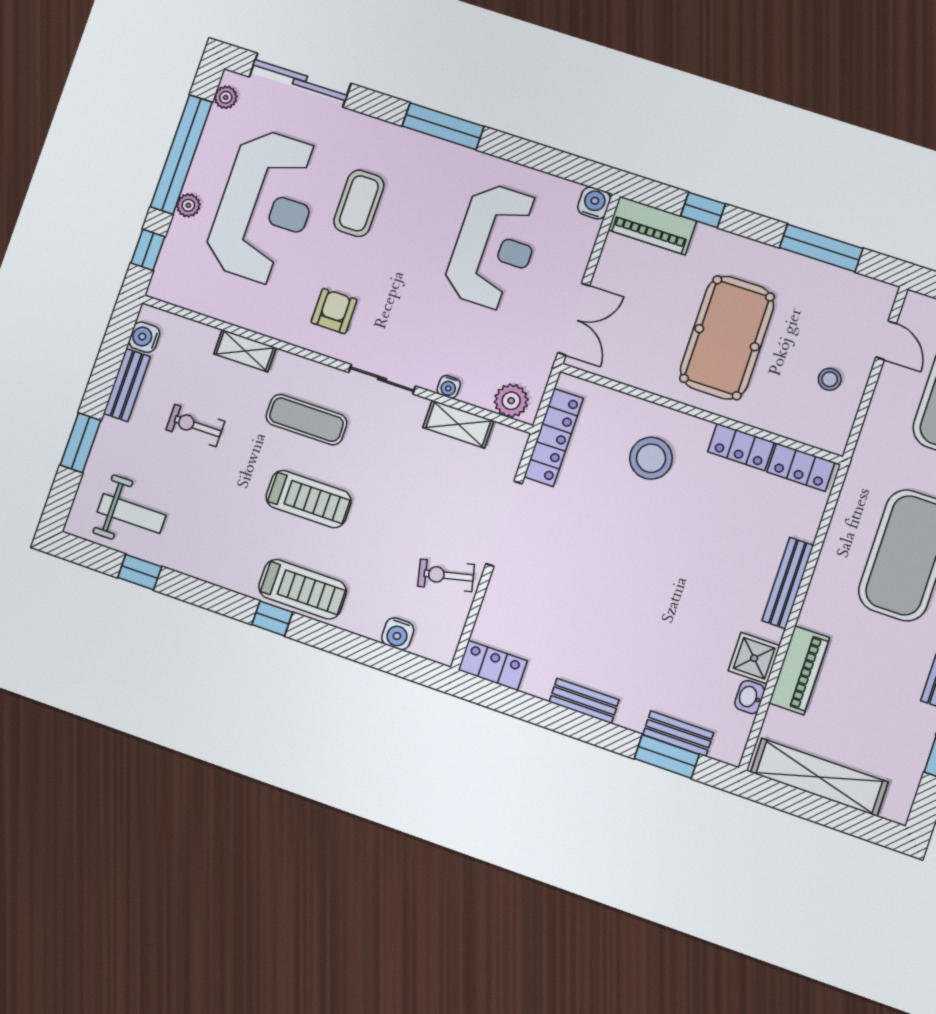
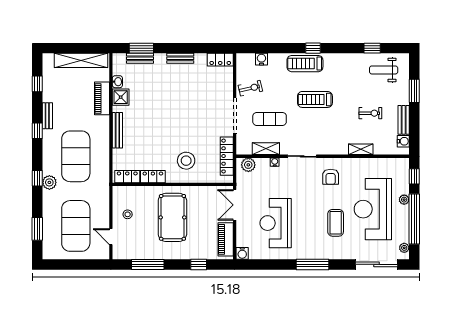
piano: (652, 225) -> (226, 239), moved, turned -90
exercise mat: (306, 420) -> (270, 119), moved

